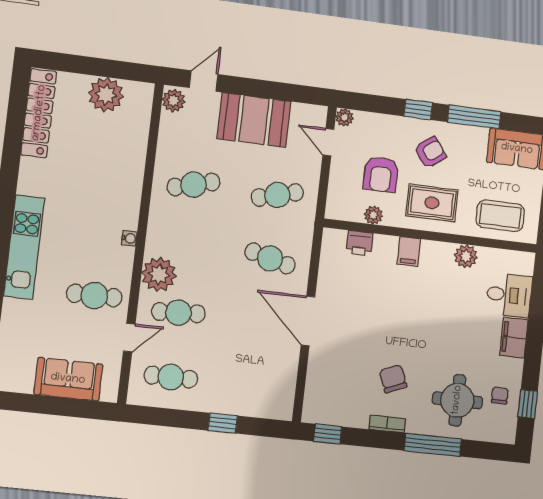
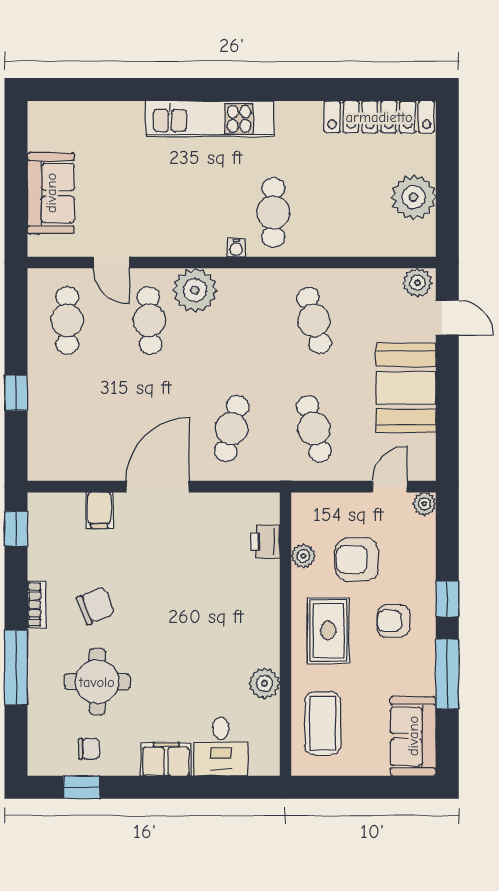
armchair: (430, 152) -> (394, 621), turned 127
filing cabinet: (409, 251) -> (99, 510), moved, turned -90
cafe table: (94, 296) -> (273, 212), moved
round table: (457, 400) -> (97, 682), moved

